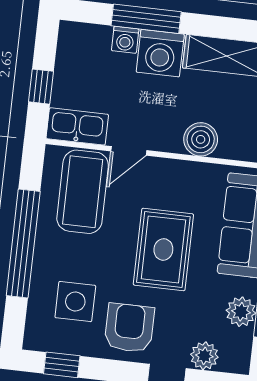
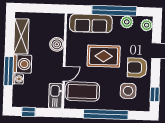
window: (41, 87) -> (28, 112), moved
door: (129, 151) -> (64, 74), hinge flipped
plant: (204, 356) -> (147, 25), moved

